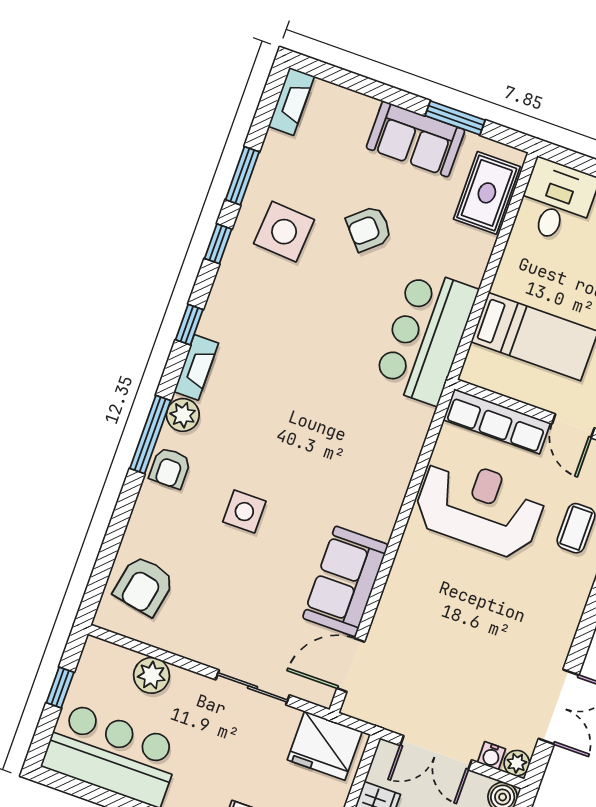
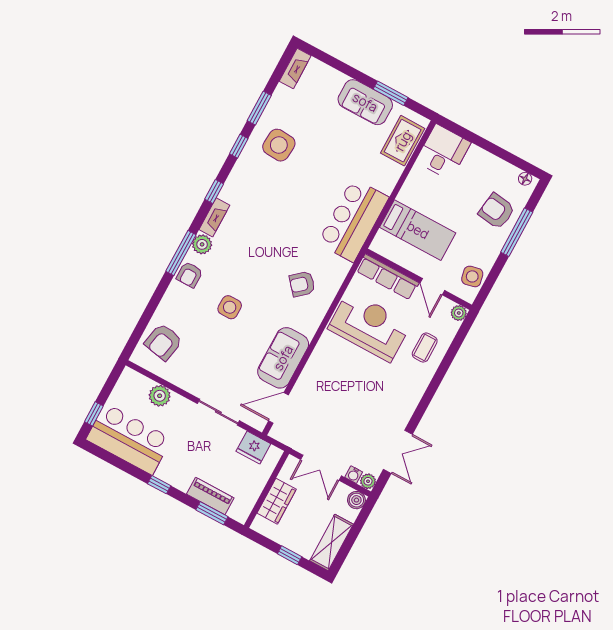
armchair: (369, 229) -> (302, 284), moved
window: (60, 688) -> (94, 414), moved
fridge: (325, 746) -> (253, 448), width x0.73, depth x0.75

